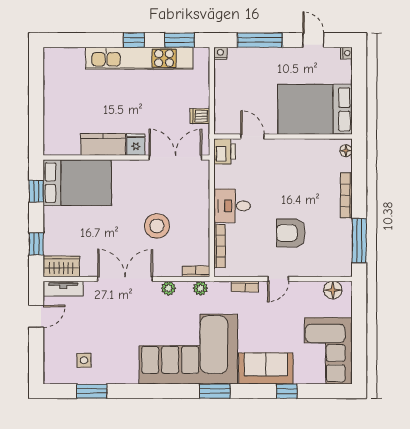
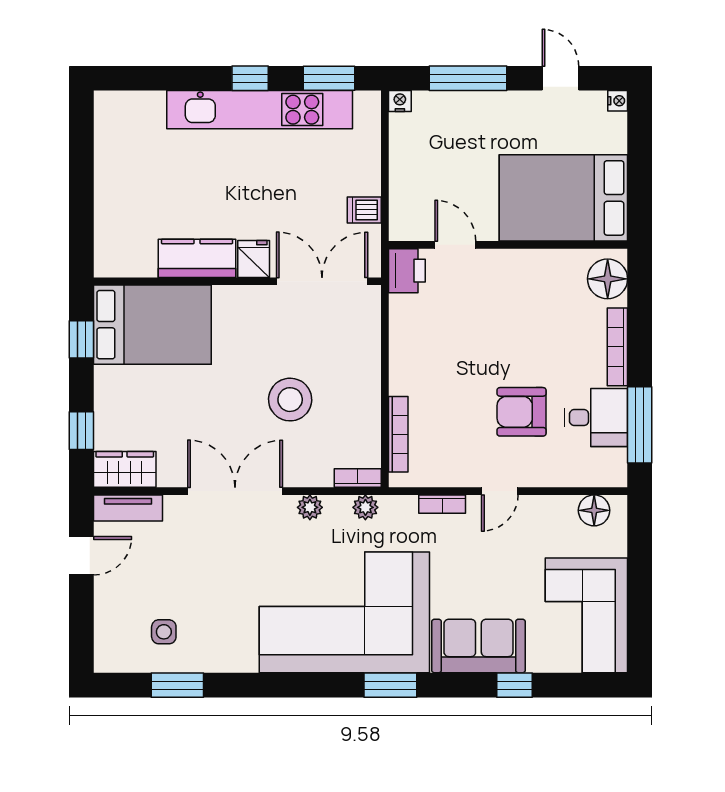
floor lamp: (346, 151) -> (608, 279), width x1.89, depth x1.89
desk: (232, 206) -> (596, 418), moved, turned 180

